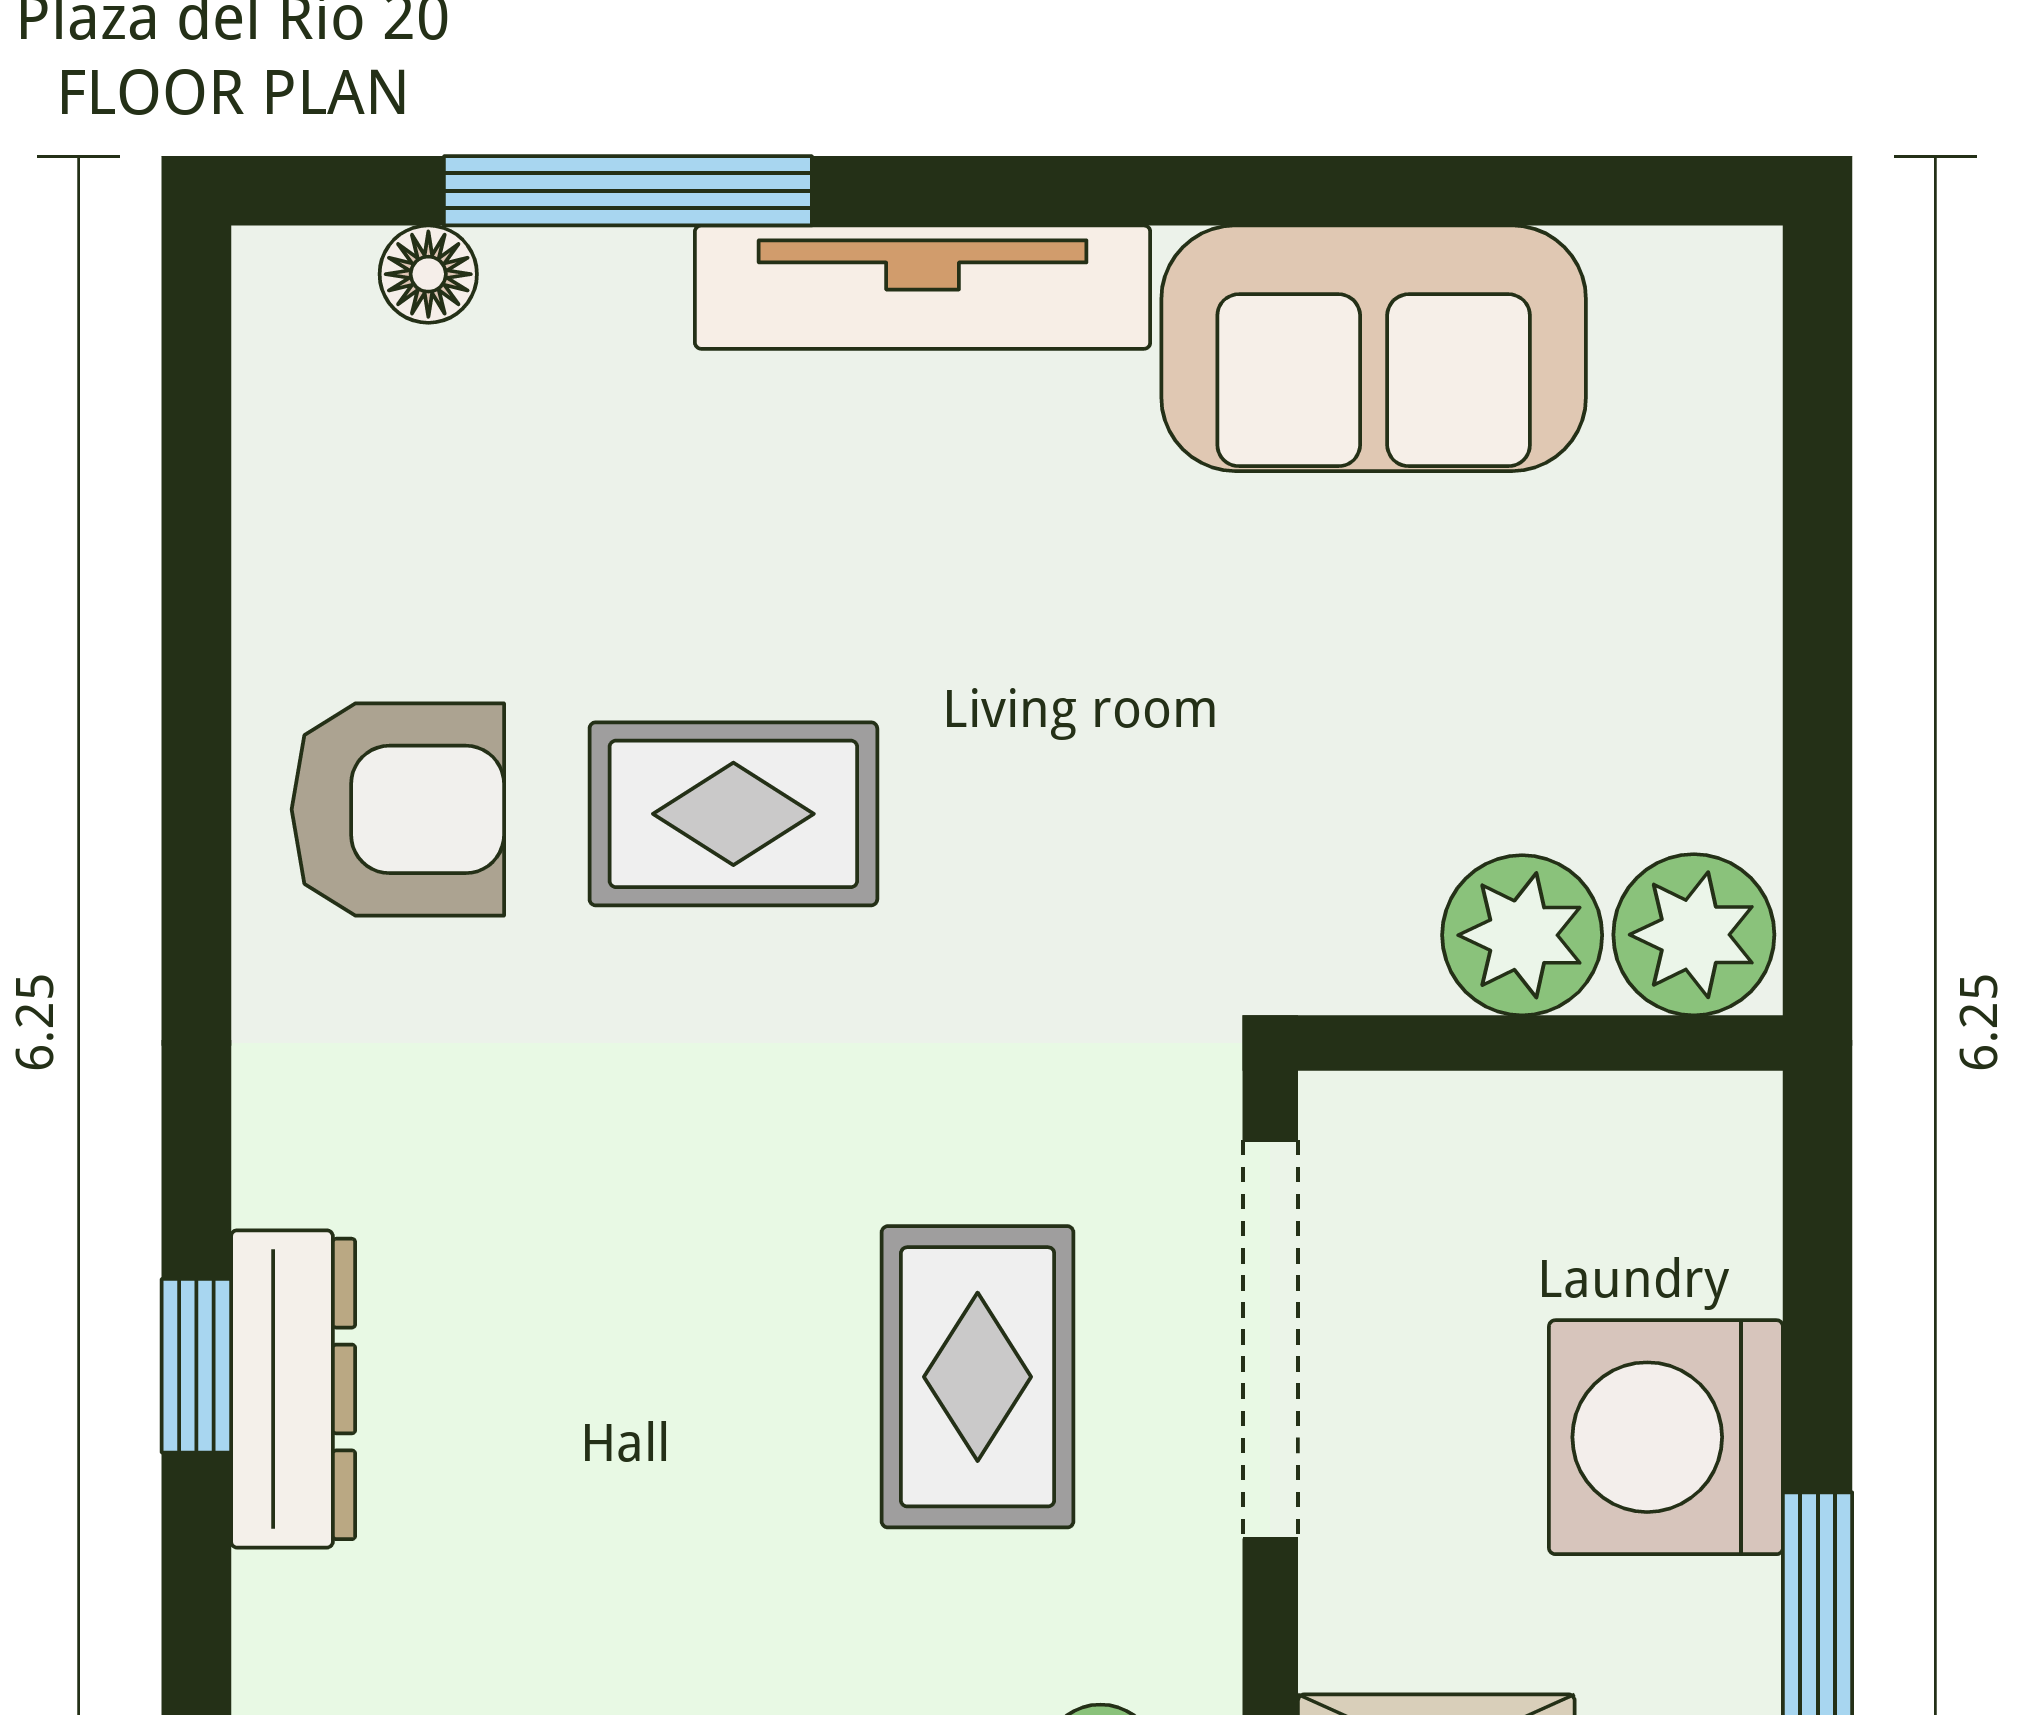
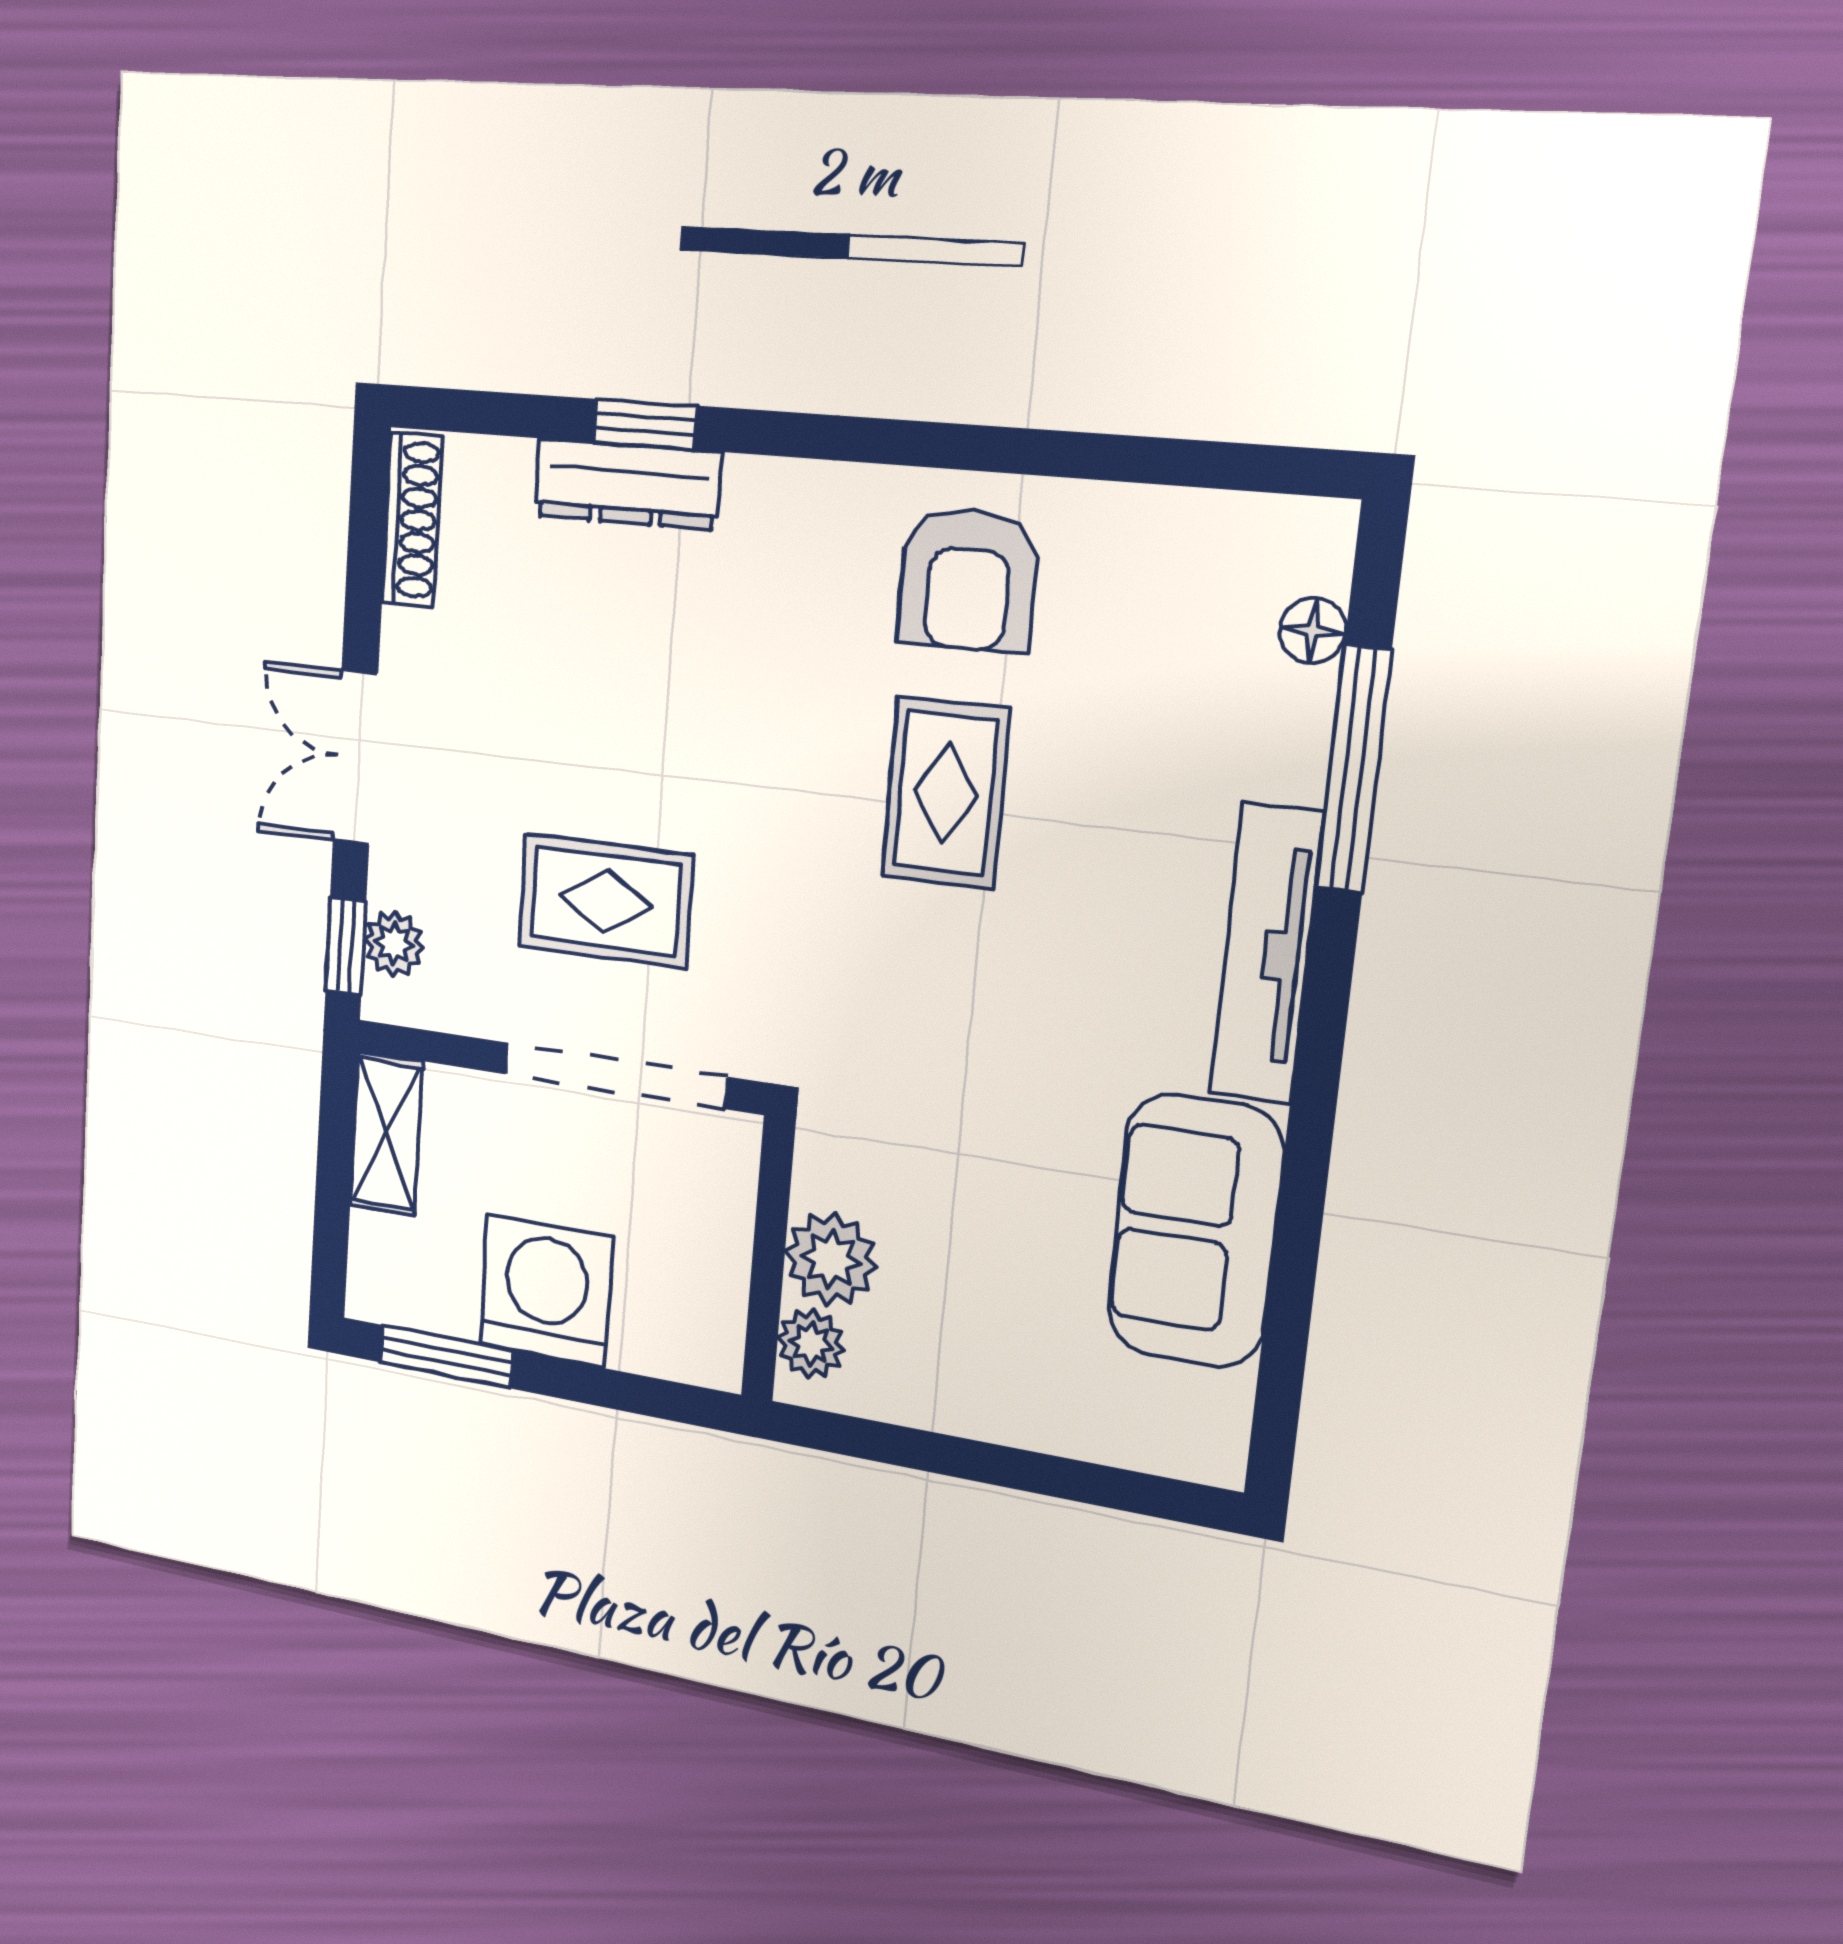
plant: (1694, 935) -> (811, 1344), width x0.73, depth x0.73

